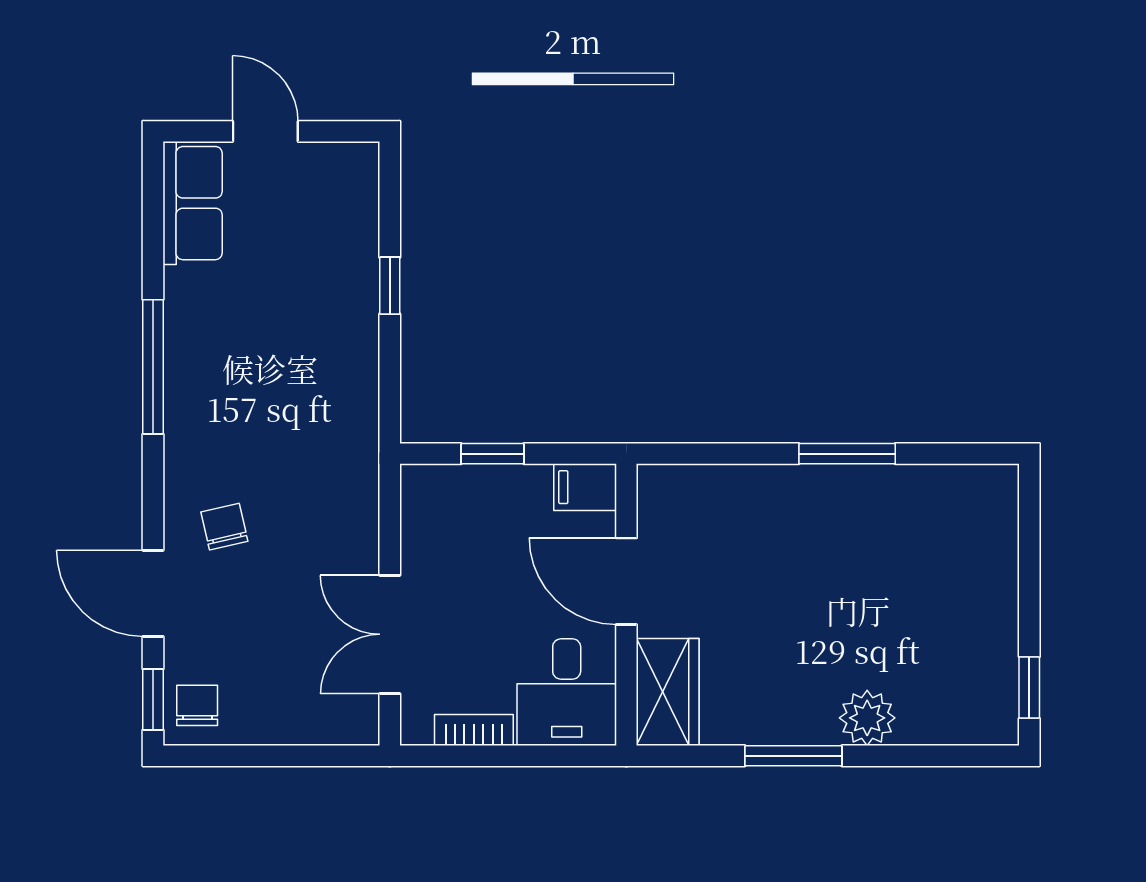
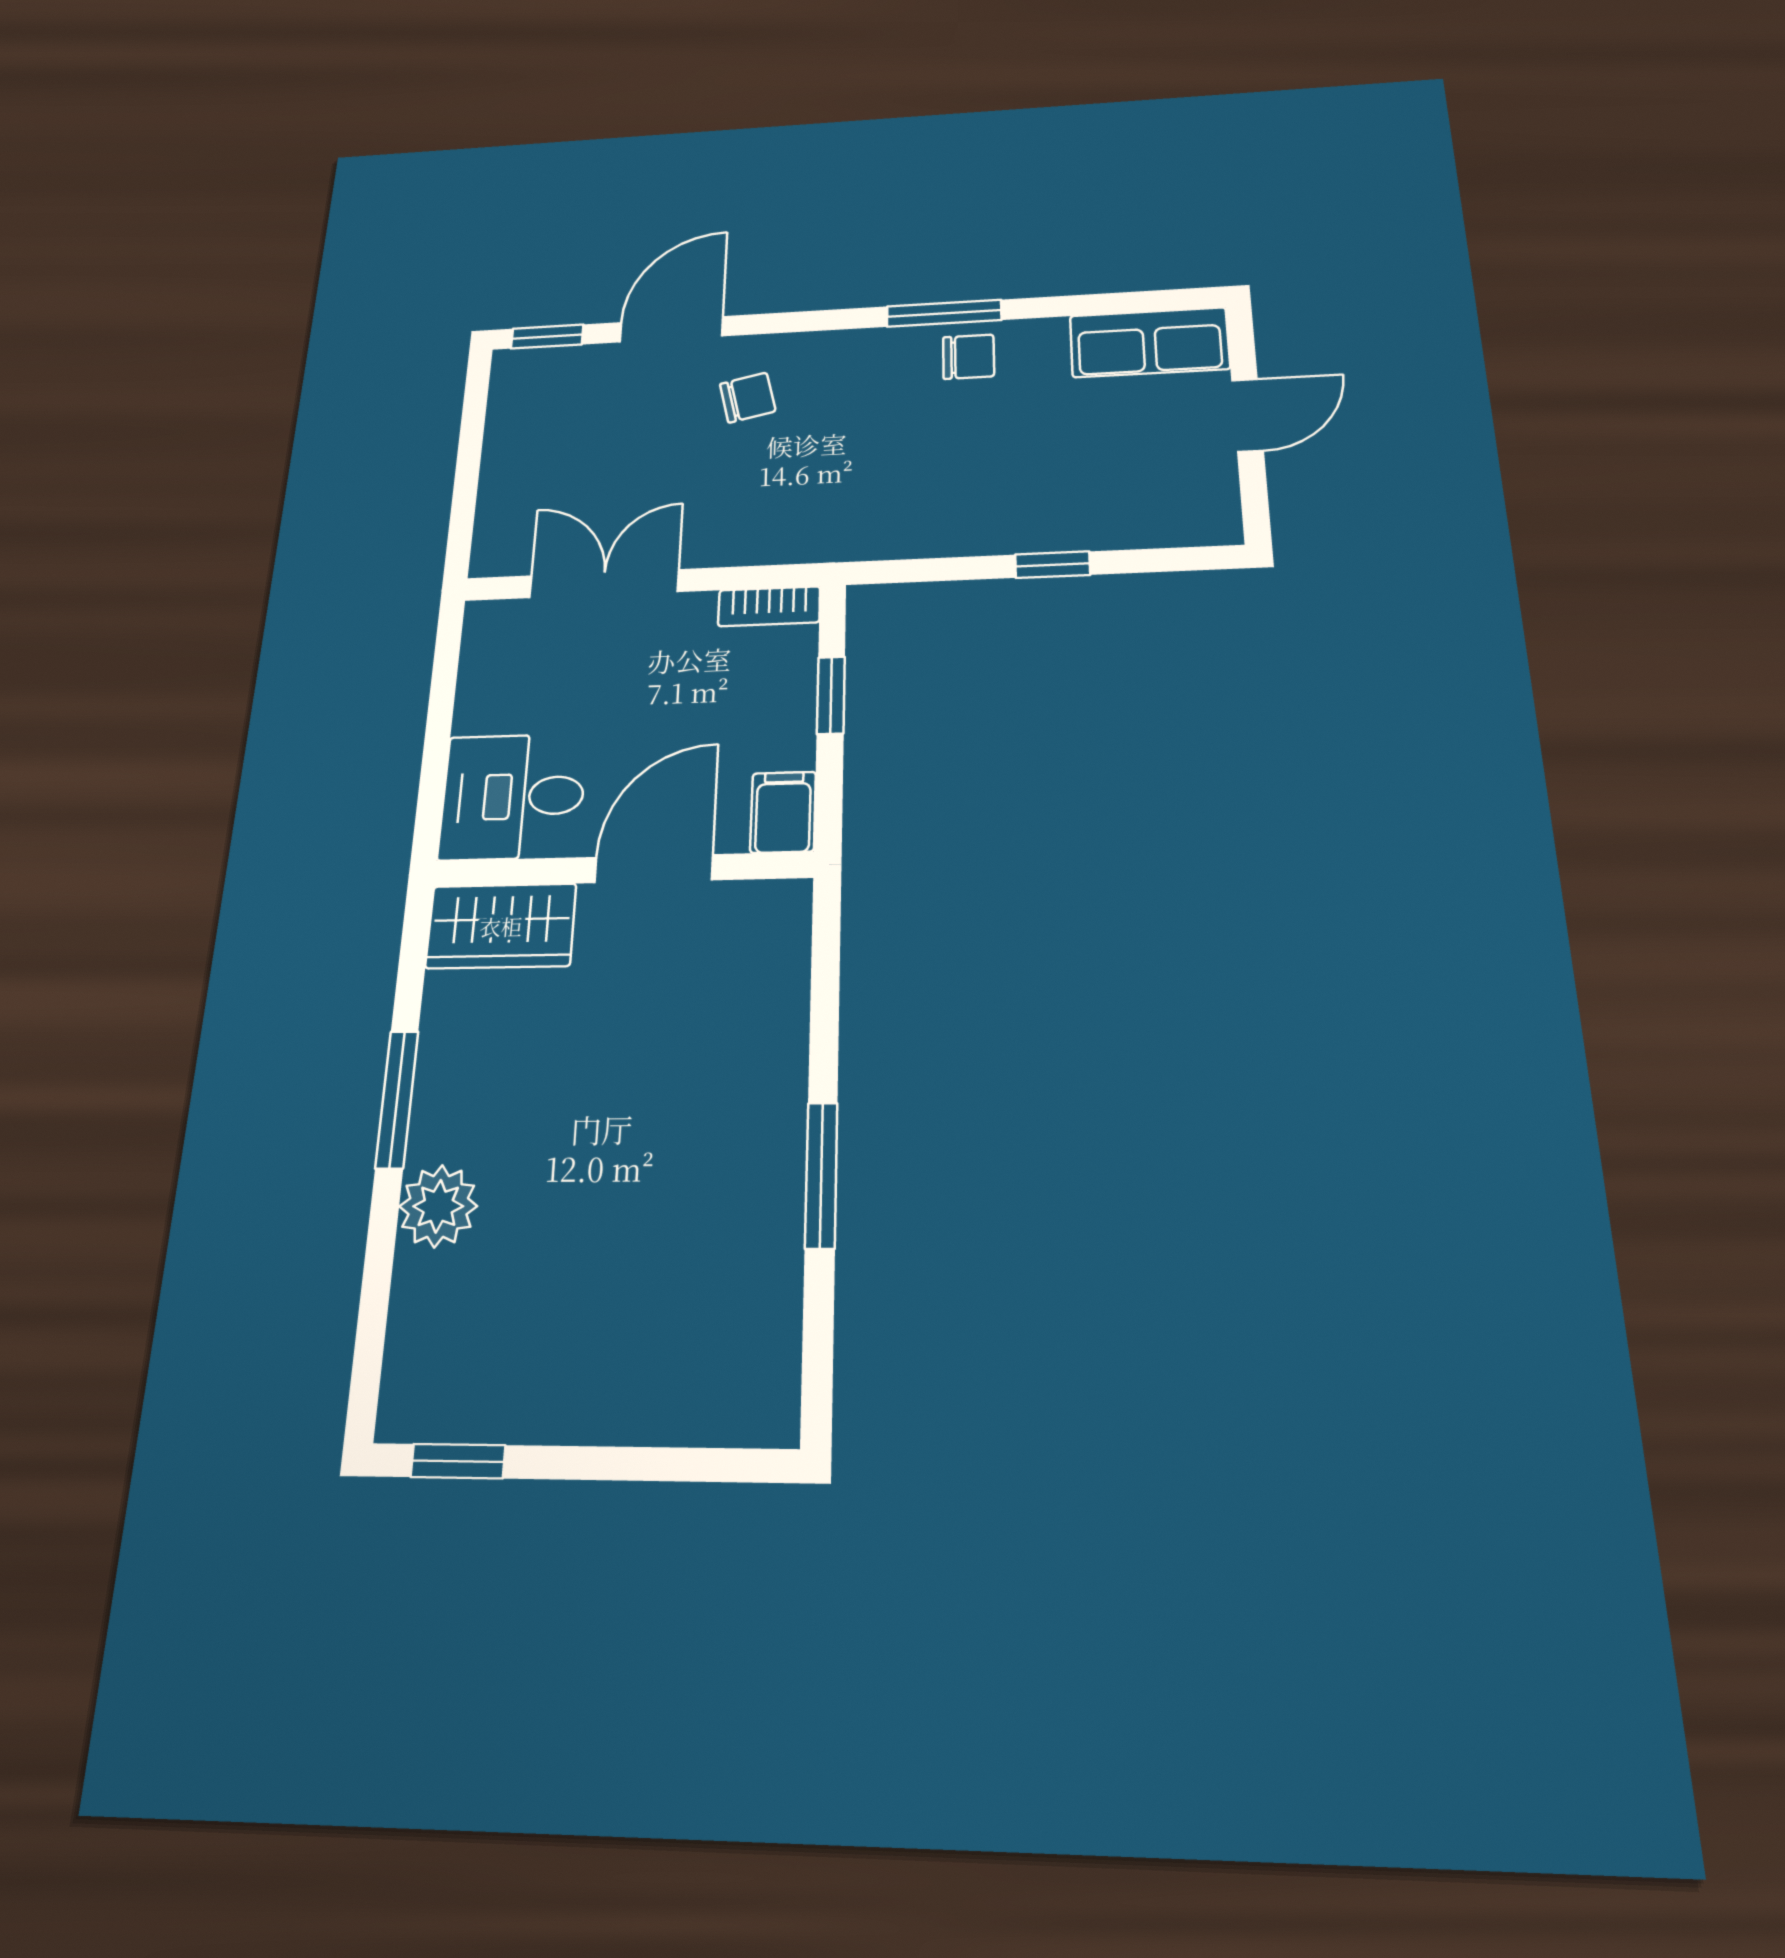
window: (153, 367) -> (944, 313), width x0.69
chair: (197, 705) -> (968, 357), moved
bookcase: (474, 730) -> (769, 606), moved, turned 90

